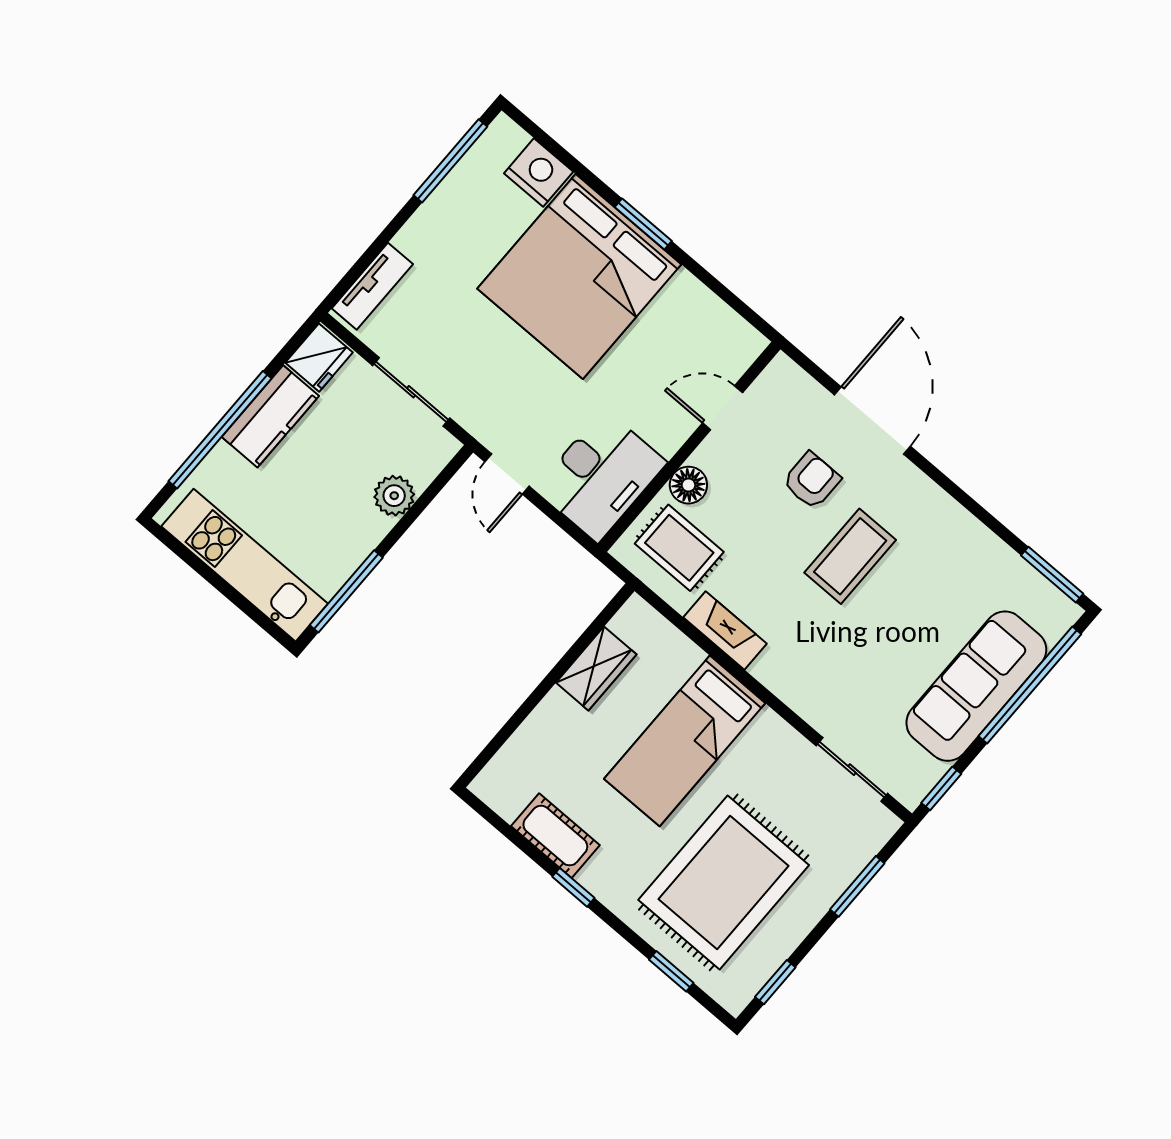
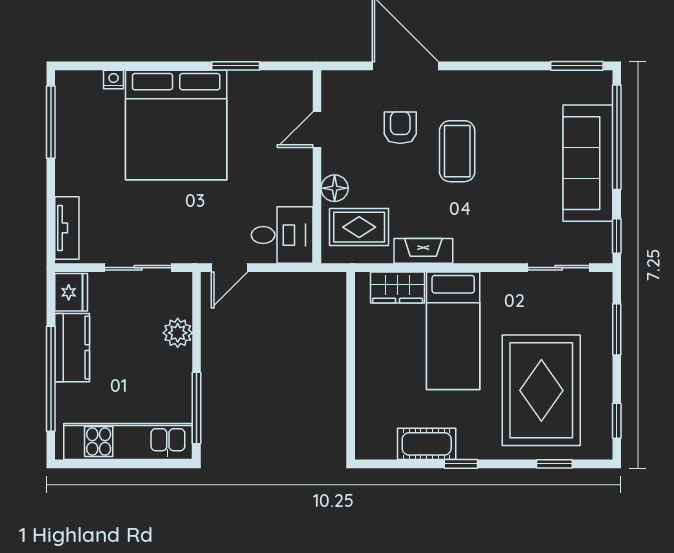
nightstand: (539, 173) -> (114, 80), width x0.53, depth x0.56
window: (643, 224) -> (236, 66), moved
door: (507, 474) -> (230, 268), hinge flipped
desk: (601, 476) -> (282, 235), width x0.73
wardrobe: (596, 669) -> (398, 287), moved, turned 90

